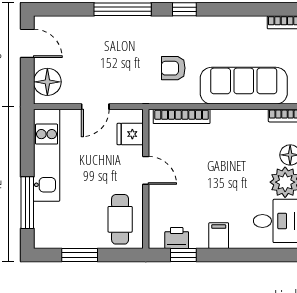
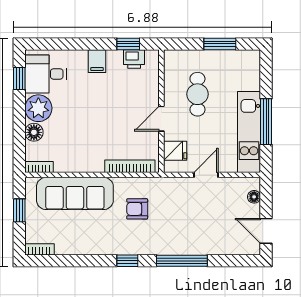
armchair: (173, 68) -> (137, 209), turned 180
floor lamp: (47, 82) -> (254, 197), width x0.53, depth x0.53
door: (146, 170) -> (161, 119), hinge flipped
window: (27, 203) -> (266, 122), moved
cafe table: (120, 219) -> (197, 94), moved

